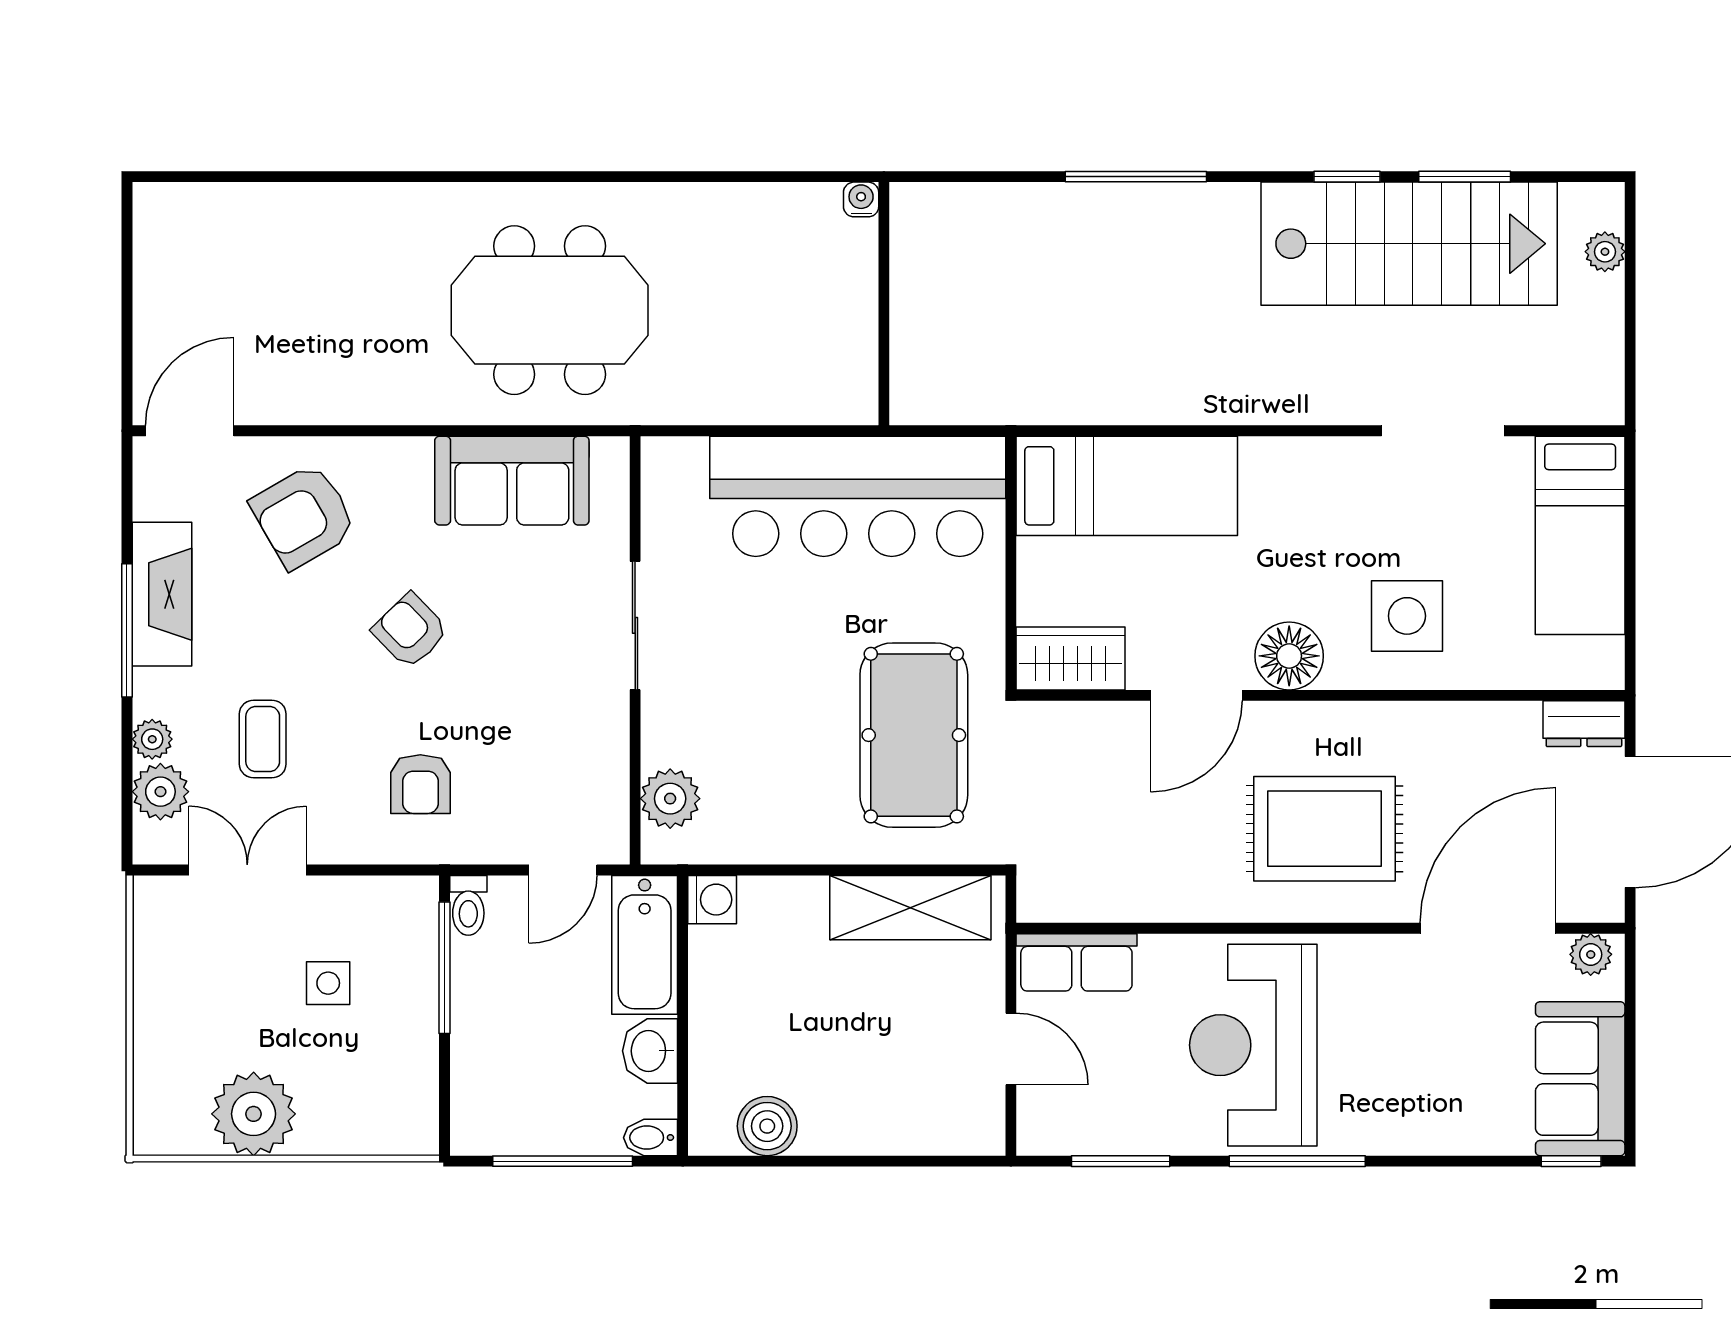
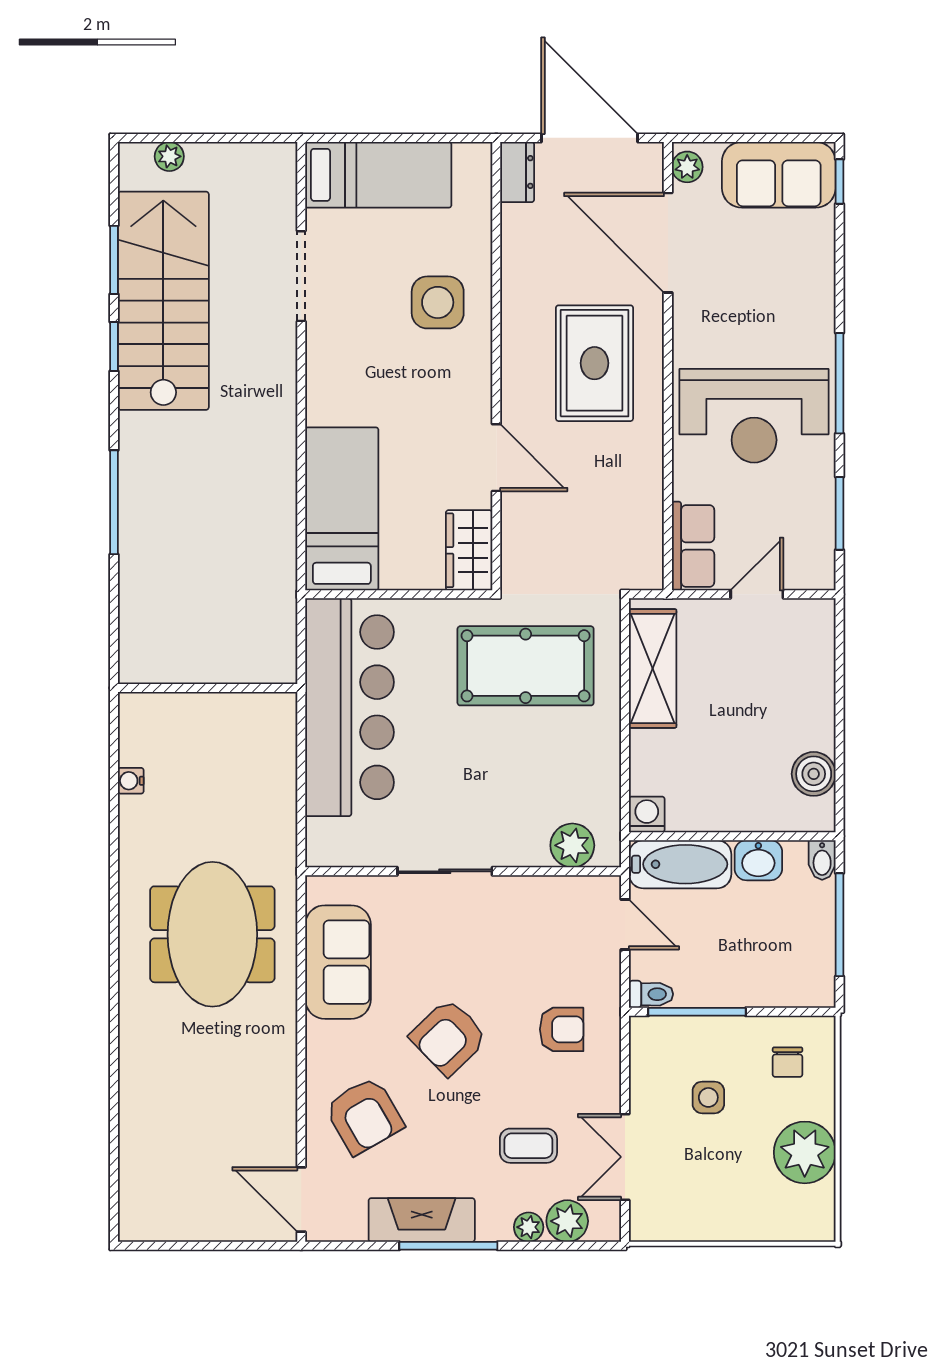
water cooler: (861, 199) -> (131, 781), moved
armchair: (410, 631) -> (449, 1037), width x1.38, depth x1.38
floor lamp: (1289, 656) -> (467, 389), removed
chair: (376, 1091) -> (788, 1062), added

